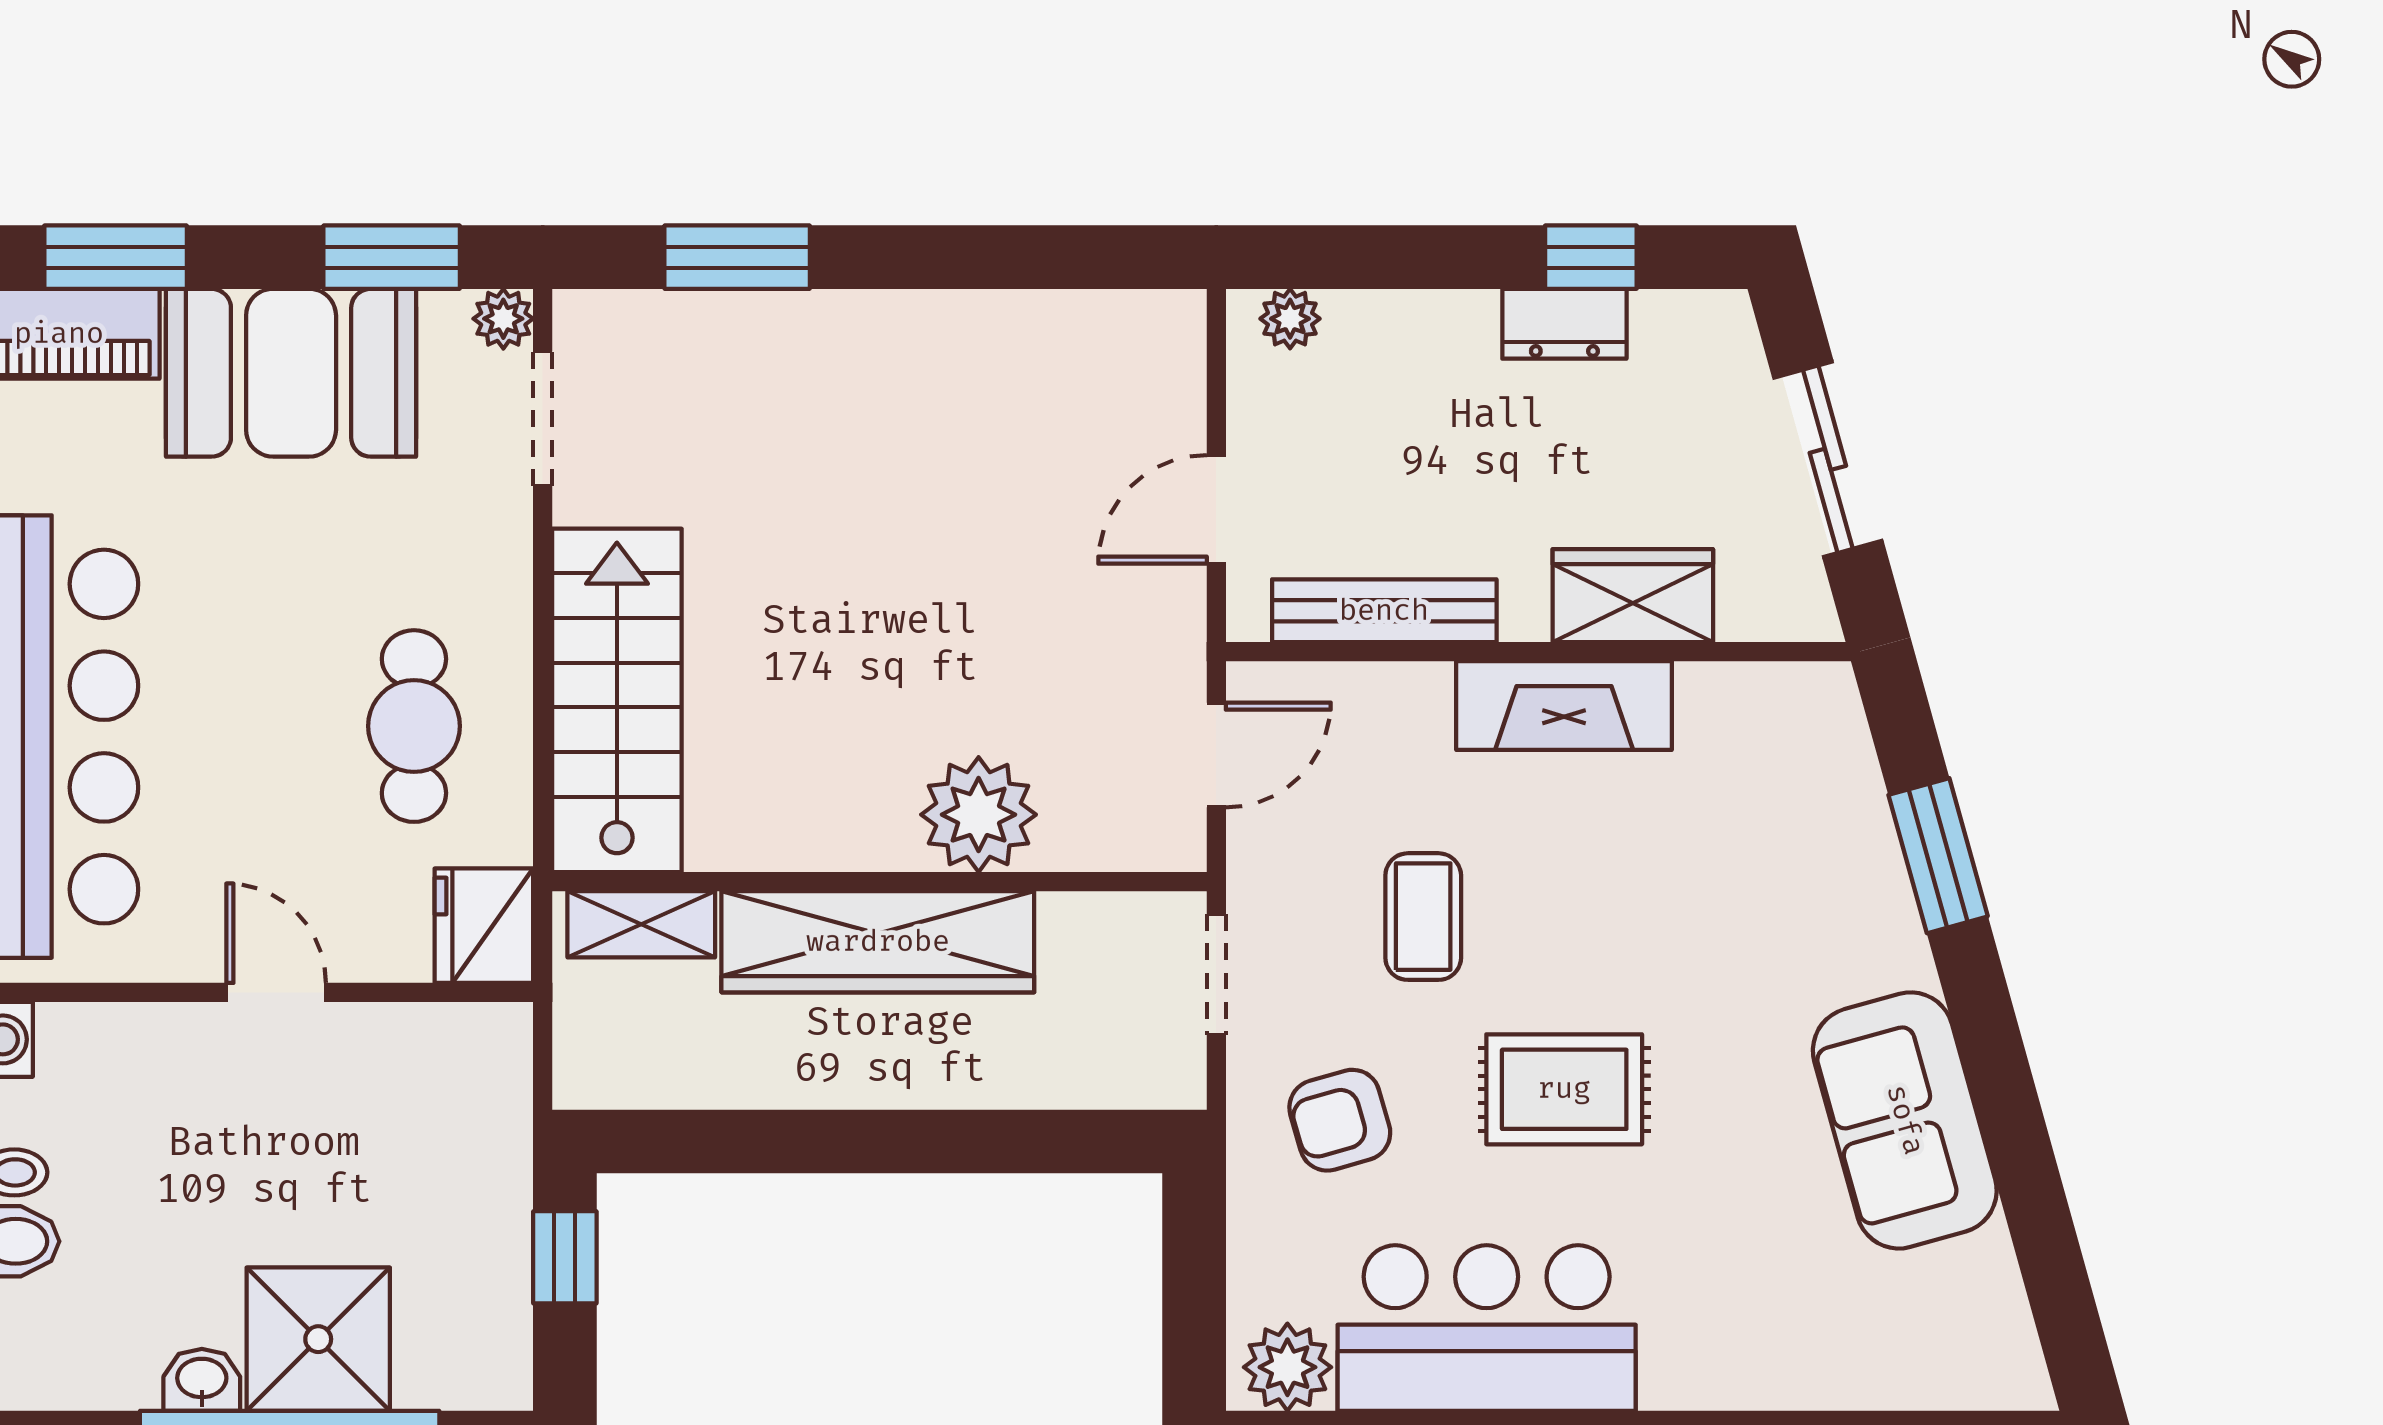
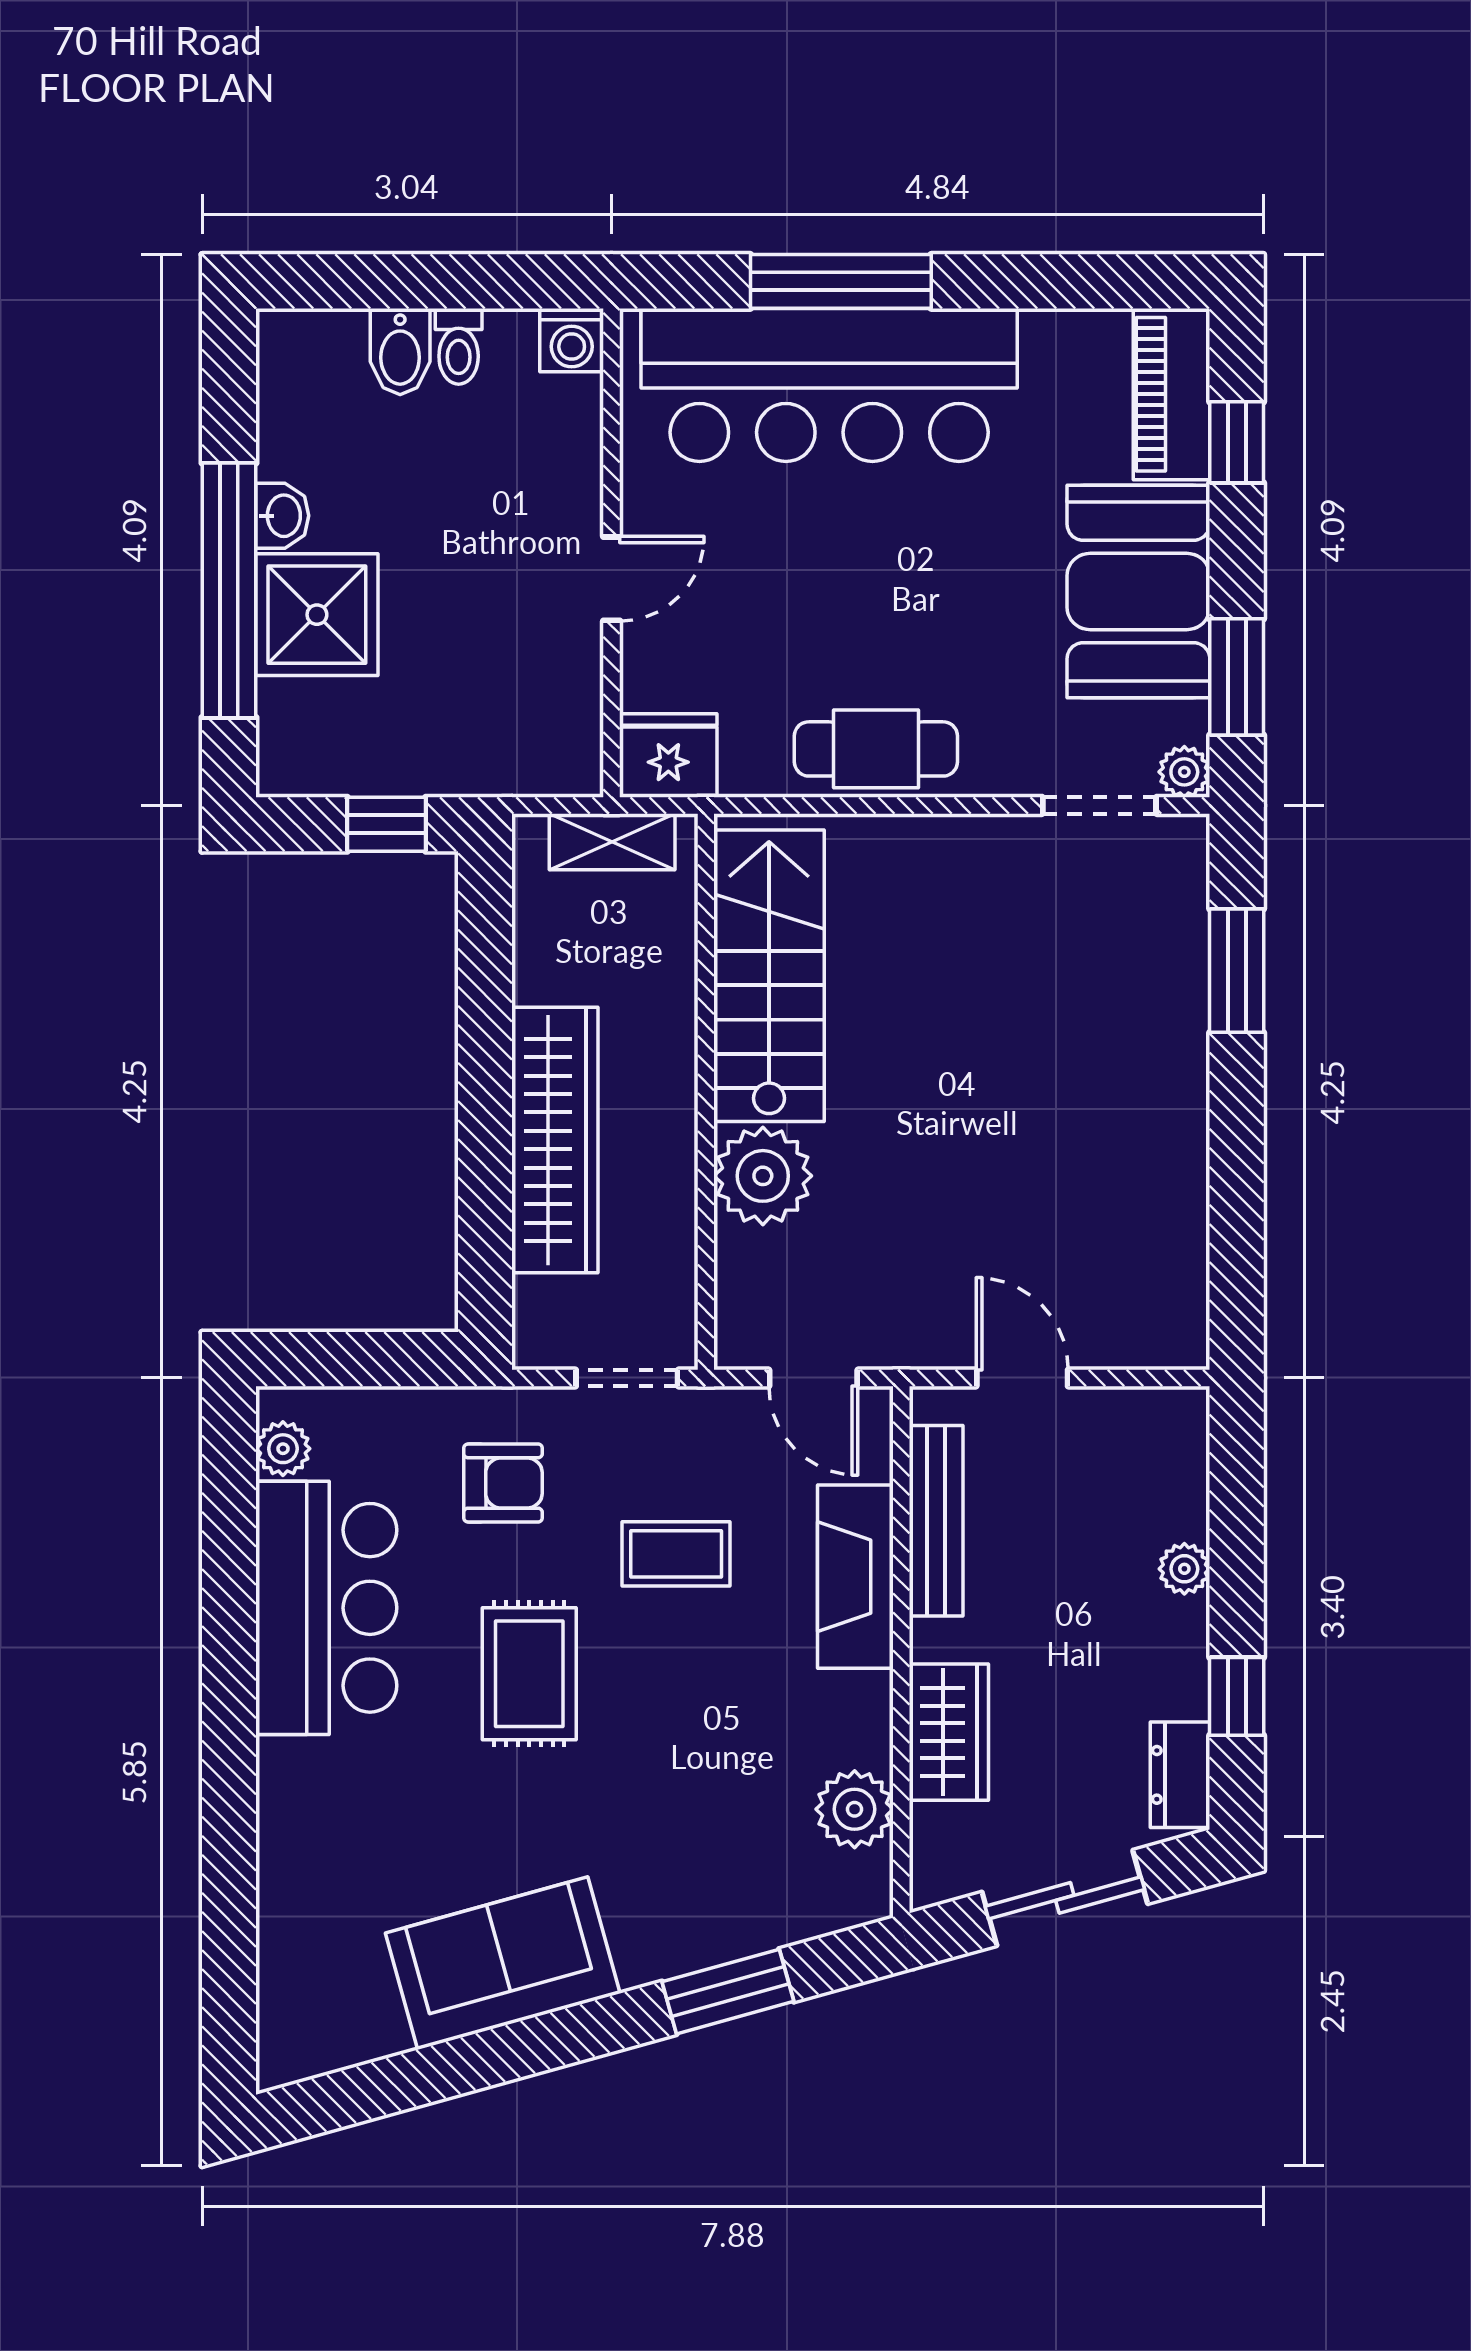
window: (116, 257) -> (1237, 442), width x0.67
plant: (1290, 319) -> (1184, 1569), moved
dresser: (1564, 324) -> (1180, 1775), moved
stairs: (617, 700) -> (769, 976), moved, turned -90
fireplace: (1564, 706) -> (855, 1577), moved
plant: (1724, 707) -> (855, 1809), added
cafe table: (414, 726) -> (876, 749), moved
shelving: (641, 924) -> (612, 842), moved, turned 90
wardrobe: (878, 942) -> (555, 1140), moved, turned 180
armchair: (1340, 1120) -> (503, 1483), turned 106
plant: (1287, 1367) -> (283, 1449), width x0.73, depth x0.73

